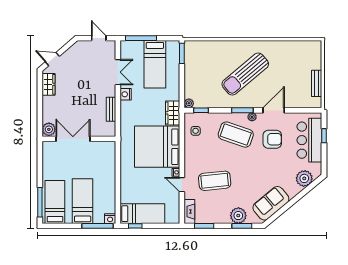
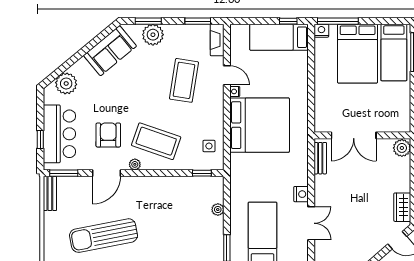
double door: (118, 72) -> (311, 223), swing flipped
sun lounger: (245, 74) -> (104, 236), moved, turned -151
bench: (317, 83) -> (50, 193), moved
plant: (189, 103) -> (218, 210), moved
bench: (111, 109) -> (320, 158), moved
window: (242, 110) -> (64, 173), moved
wardrobe: (173, 113) -> (239, 170), removed
double door: (73, 139) -> (354, 135), moved
armchair: (272, 139) -> (108, 135), turned 90
coffee table: (215, 181) -> (184, 80), turned -75
bed: (83, 201) -> (358, 54), width x1.50

